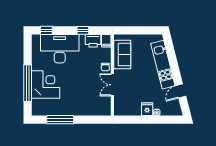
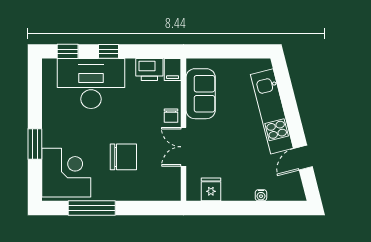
window: (83, 30) -> (108, 51), moved
window: (28, 83) -> (35, 144), width x0.47
corner desk: (46, 85) -> (66, 173), moved
chair: (78, 91) -> (123, 157), added
fridge: (147, 109) -> (211, 189), moved

